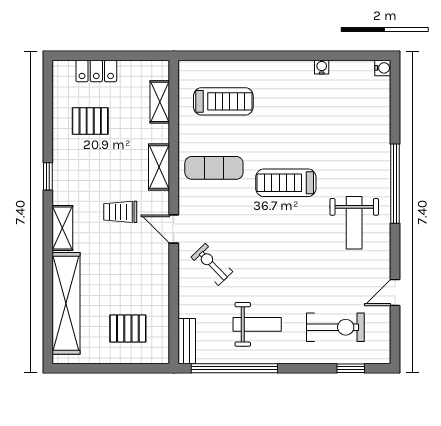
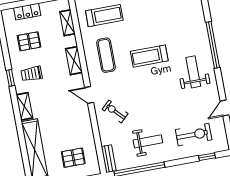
exercise mat: (214, 168) -> (106, 55), turned 90
trolley: (120, 212) -> (32, 74), moved
weight bench: (354, 223) -> (193, 72), turned 180

